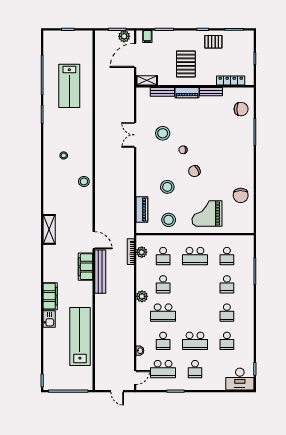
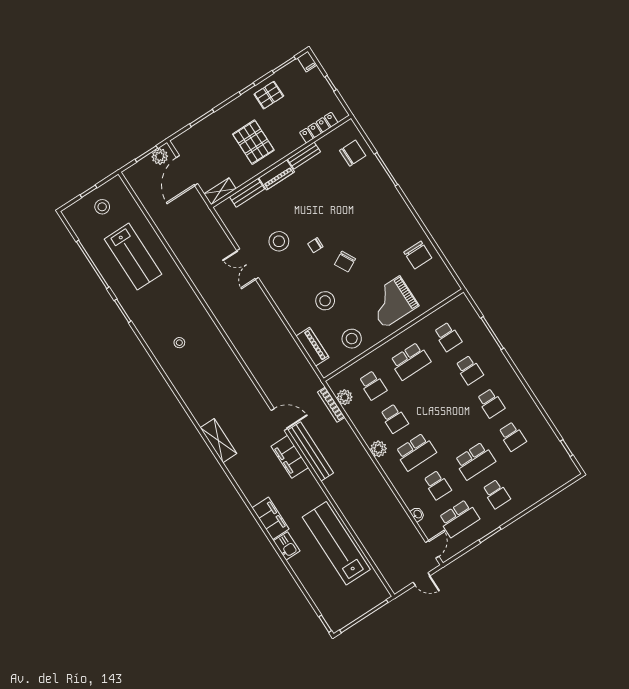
filing cabinet: (147, 37) -> (307, 62), moved
stool: (84, 181) -> (102, 207), moved
desk: (240, 379) -> (557, 472), removed

